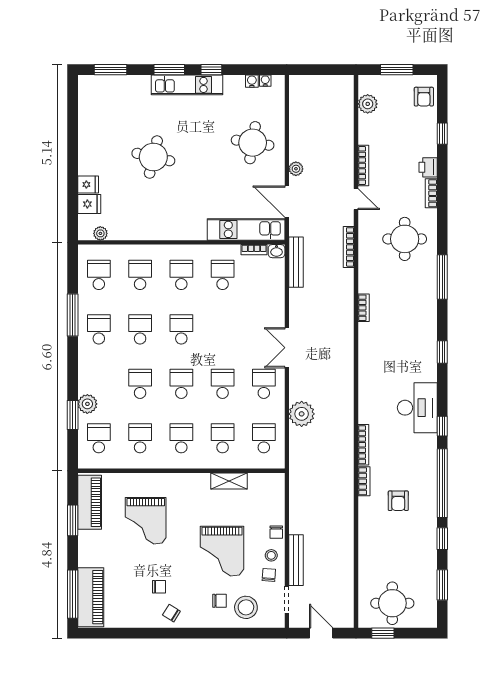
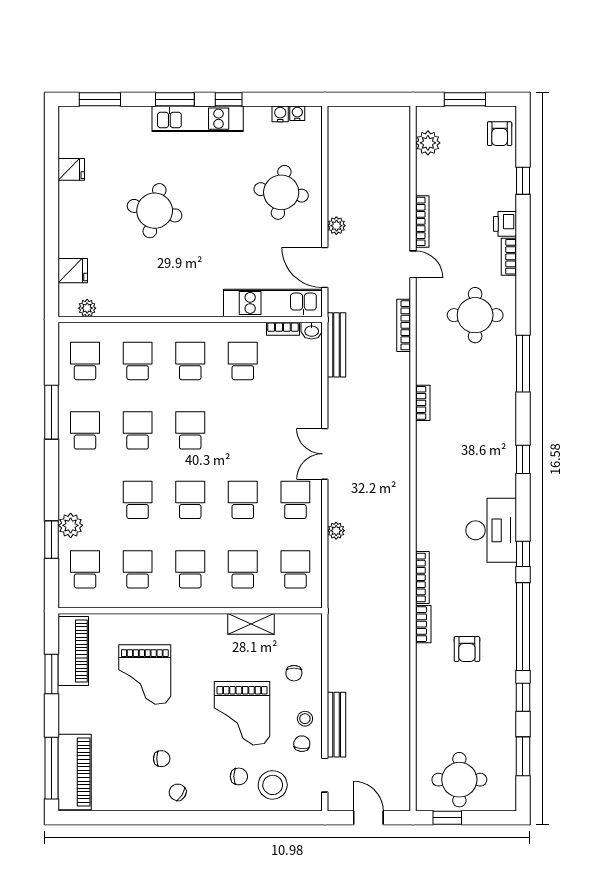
fridge: (88, 184) -> (71, 169), moved
plant: (302, 414) -> (336, 531), width x0.53, depth x0.53
chair: (276, 532) -> (294, 673), moved

